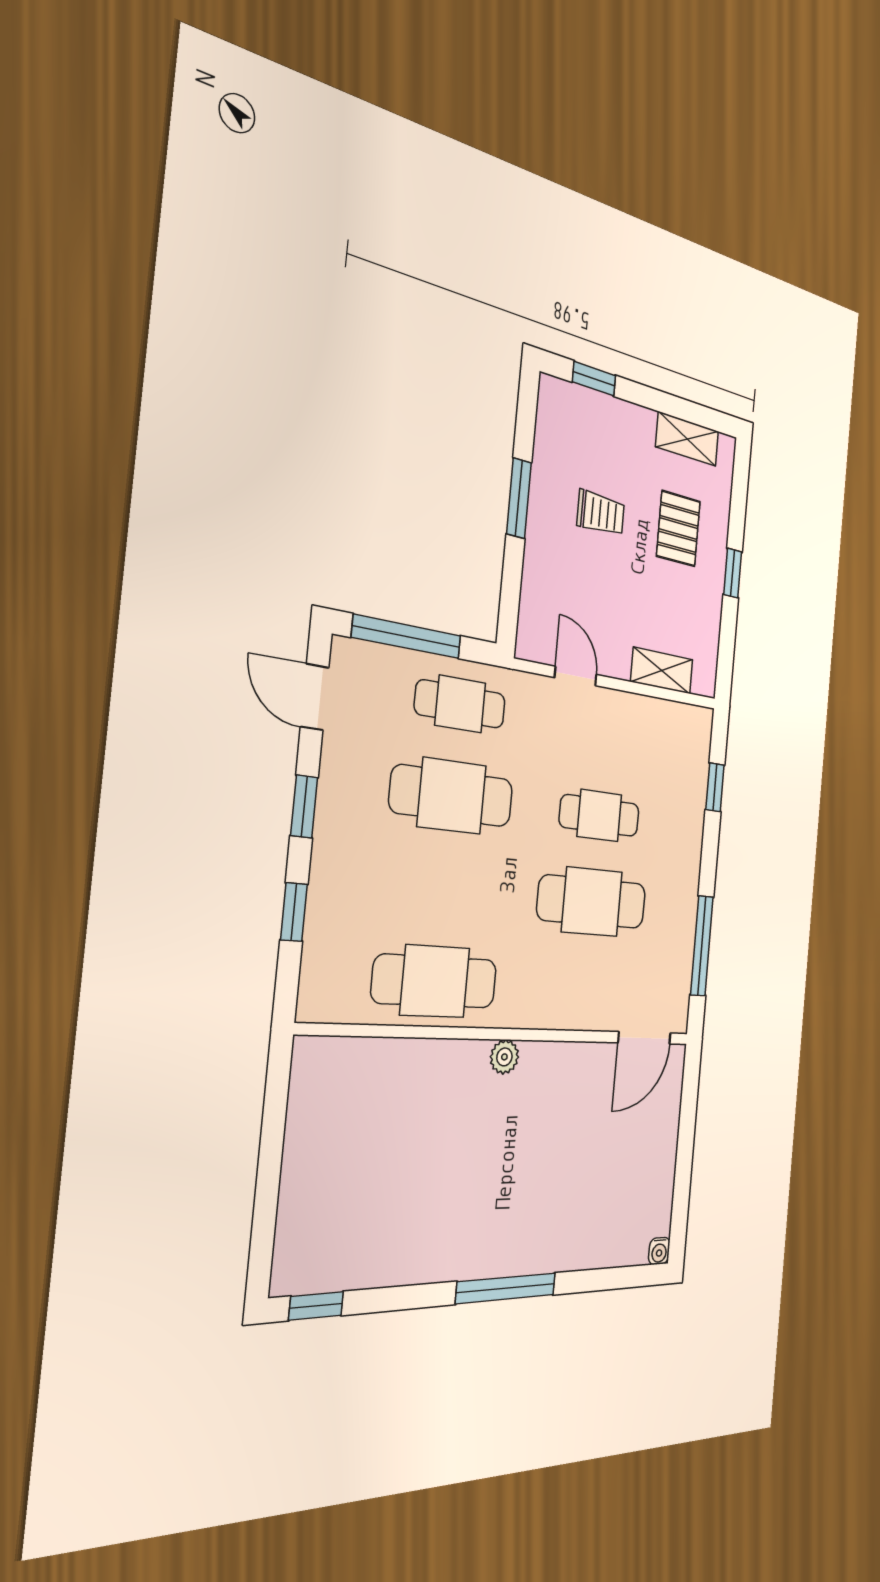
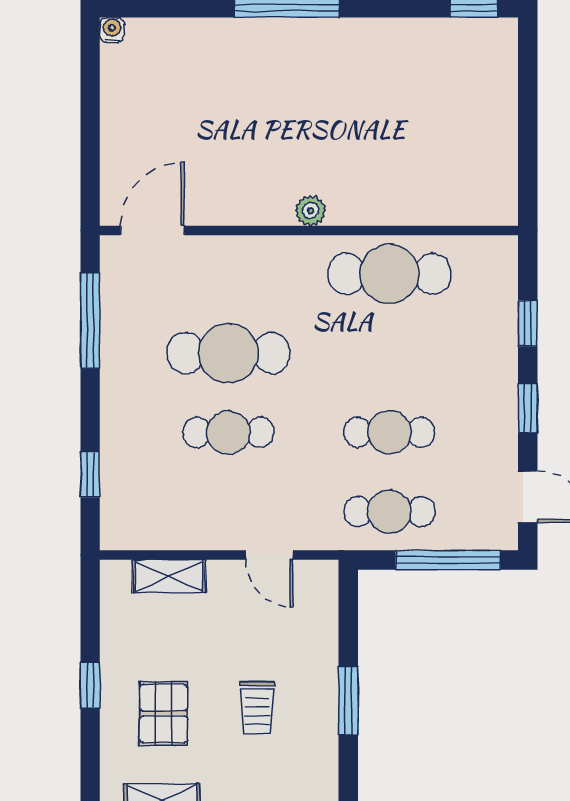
trolley: (601, 513) -> (257, 708), turned -90
cafe table: (452, 796) -> (389, 432), width x0.73, depth x0.74

